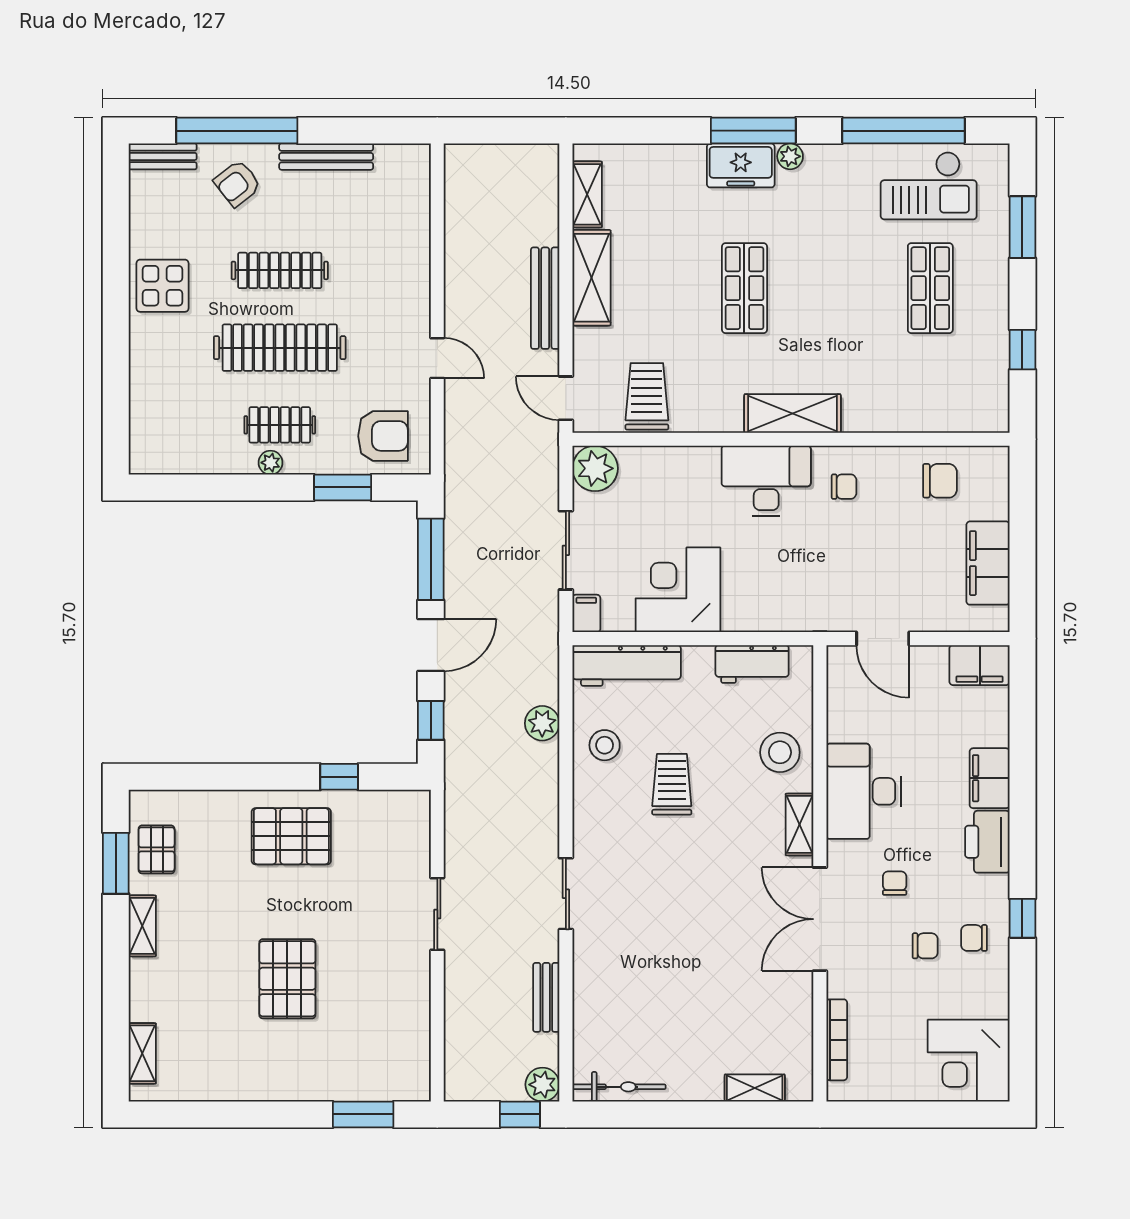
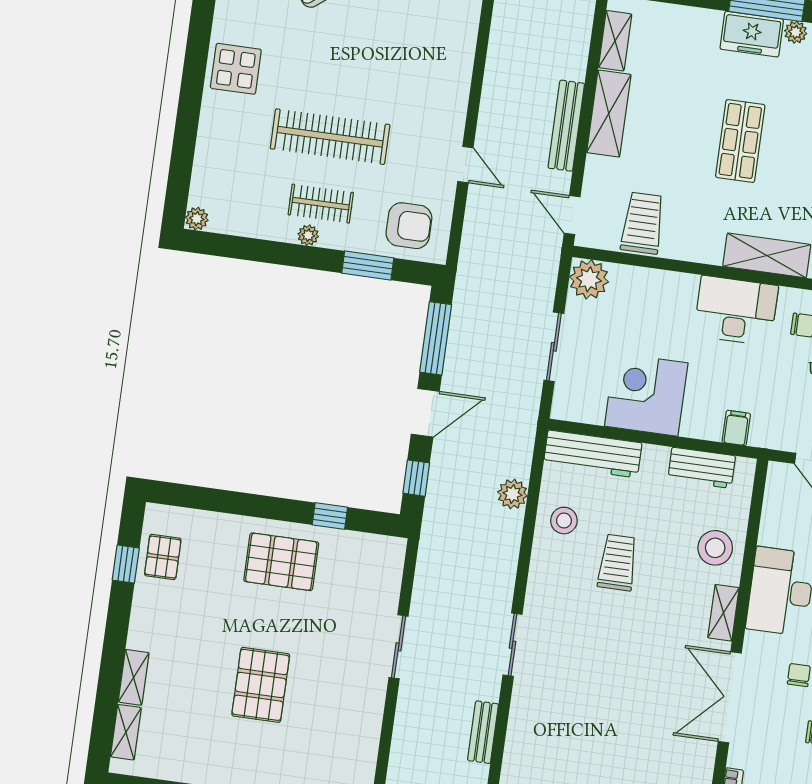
clothes rail: (280, 270) -> (339, 70), removed
plant: (142, 461) -> (197, 219), added
filing cabinet: (586, 613) -> (736, 428), moved
window: (116, 863) -> (126, 564), width x0.67
shelving: (142, 926) -> (134, 677), moved

